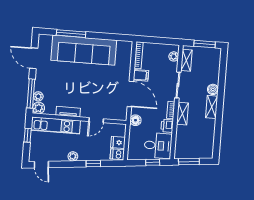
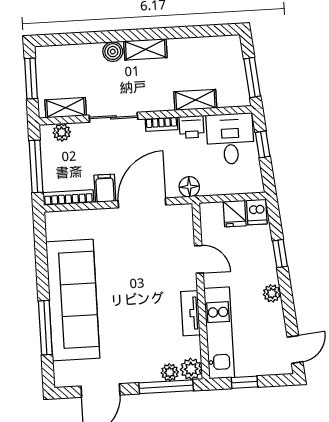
window: (157, 40) -> (36, 166), added
shelving: (182, 114) -> (195, 100), moved

